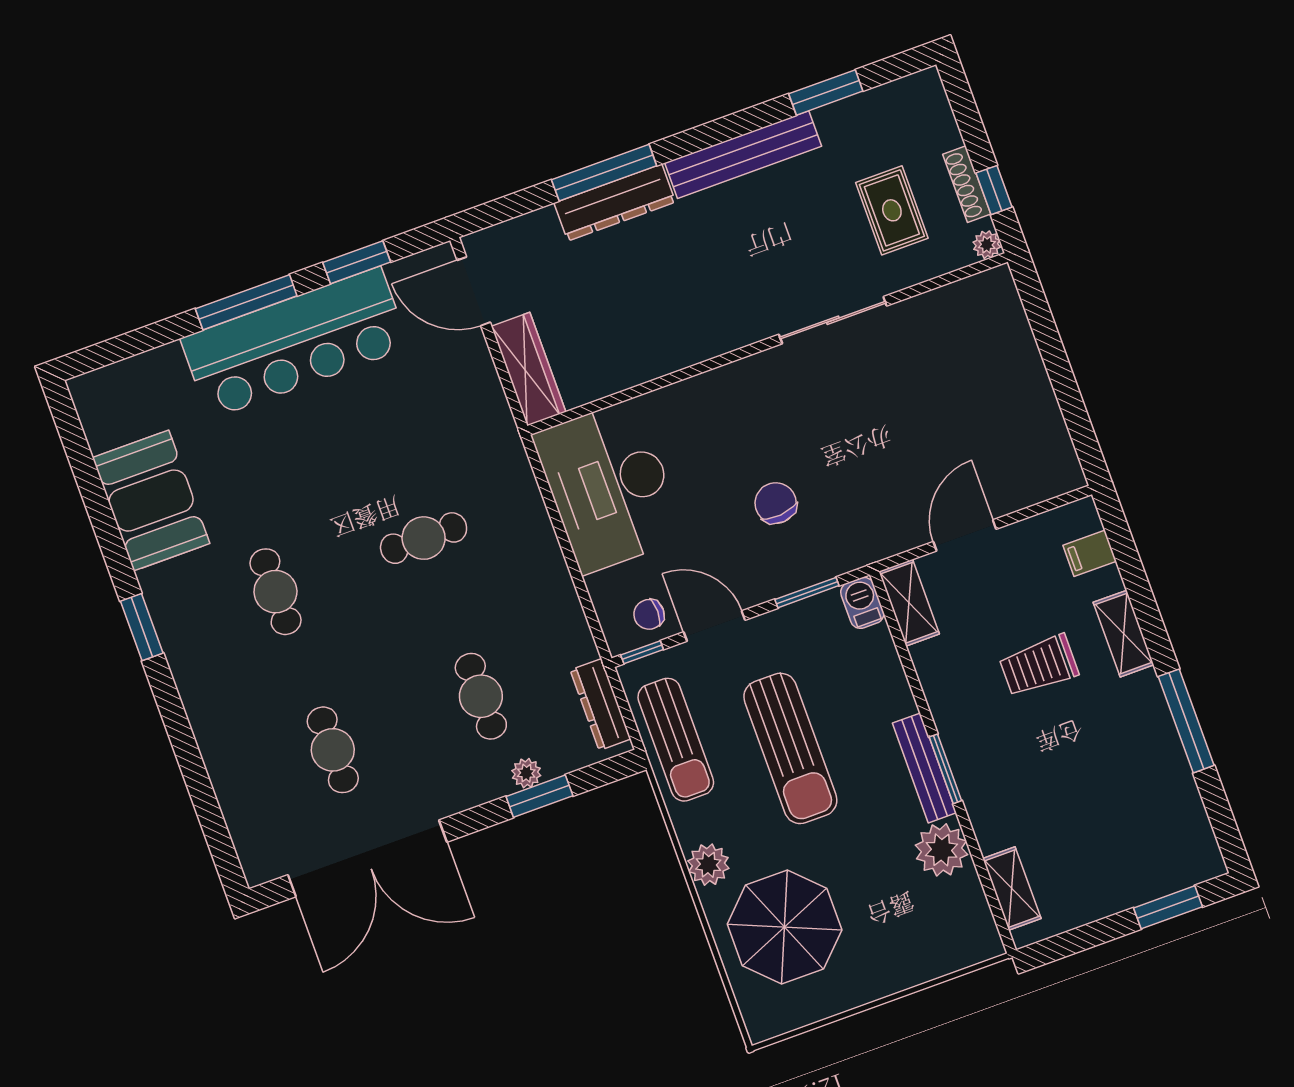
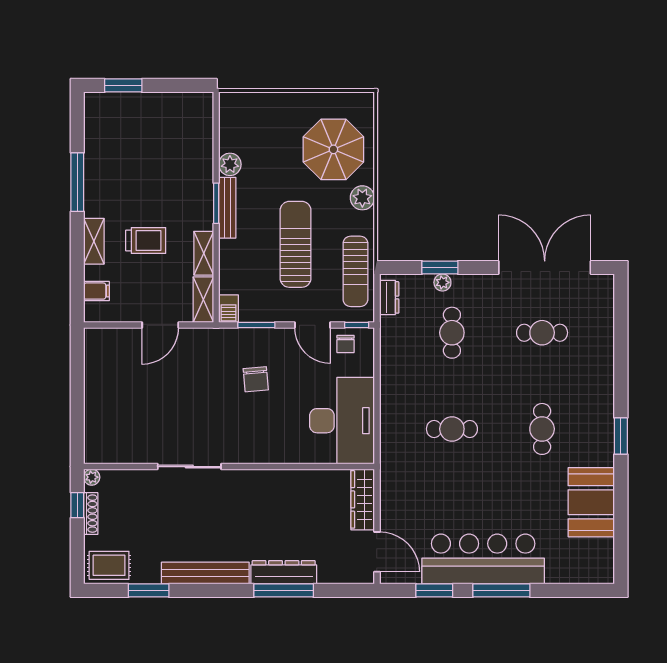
rug: (892, 210) -> (109, 565), moved, turned 90
chair: (649, 614) -> (345, 344), turned 90
dresser: (601, 704) -> (389, 297), width x0.70
sun lounger: (676, 740) -> (355, 271), turned 180
cafe table: (333, 750) -> (542, 333), turned 90
plant: (941, 850) -> (230, 164), width x0.73, depth x0.73
shelving: (1012, 889) -> (204, 253), moved

